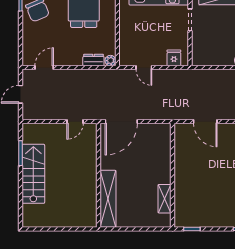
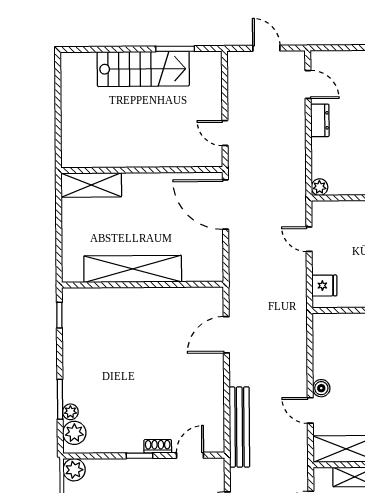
dresser: (93, 60) -> (320, 120), moved
door: (144, 68) -> (309, 239), hinge flipped
shelving: (108, 199) -> (91, 185), width x0.68
shelving: (164, 199) -> (133, 269), width x2.20, depth x1.33

